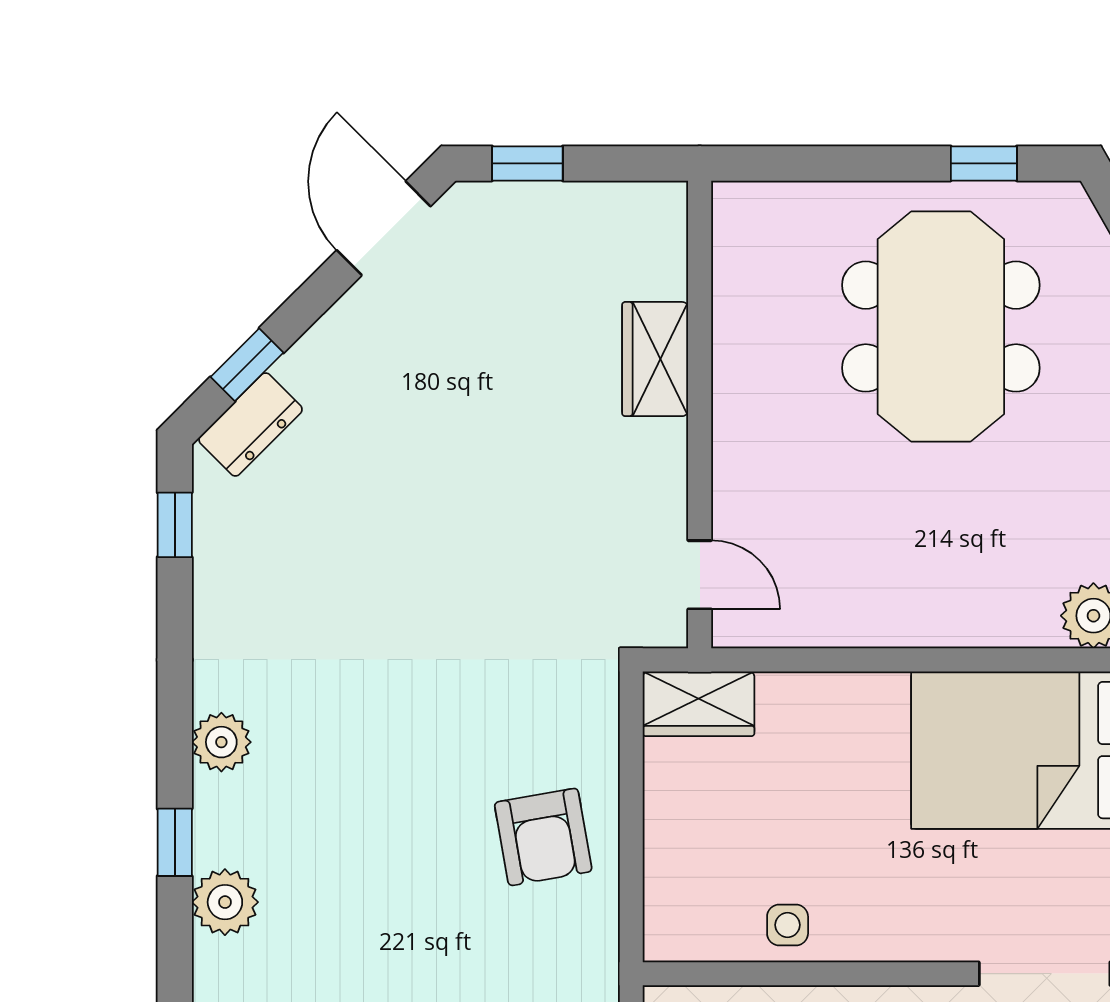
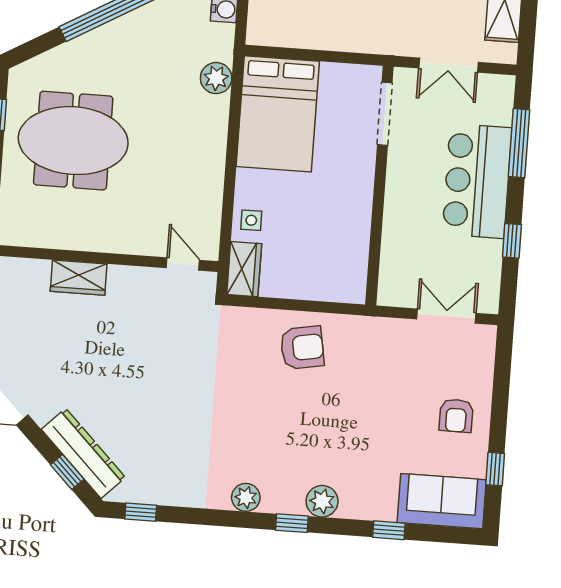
dresser: (250, 425) -> (83, 453), width x1.96, depth x1.24
door: (700, 575) -> (183, 264), hinge flipped
side table: (788, 925) -> (251, 220), moved

